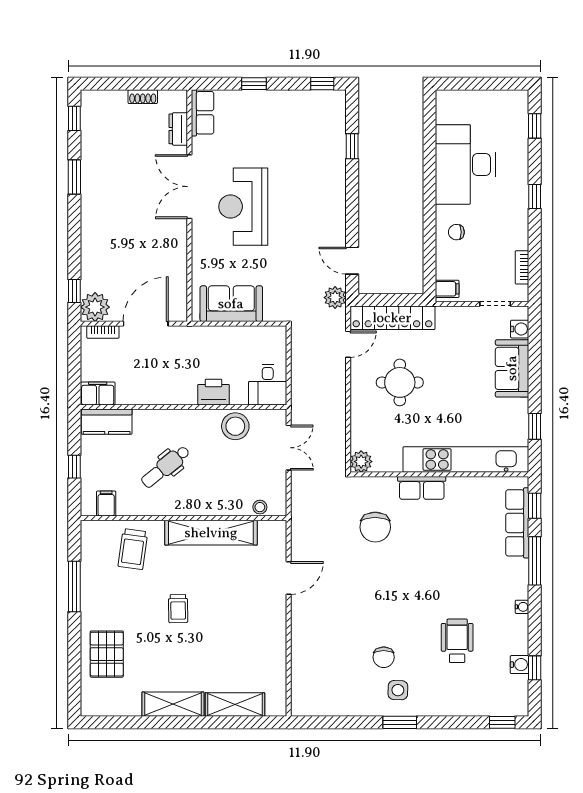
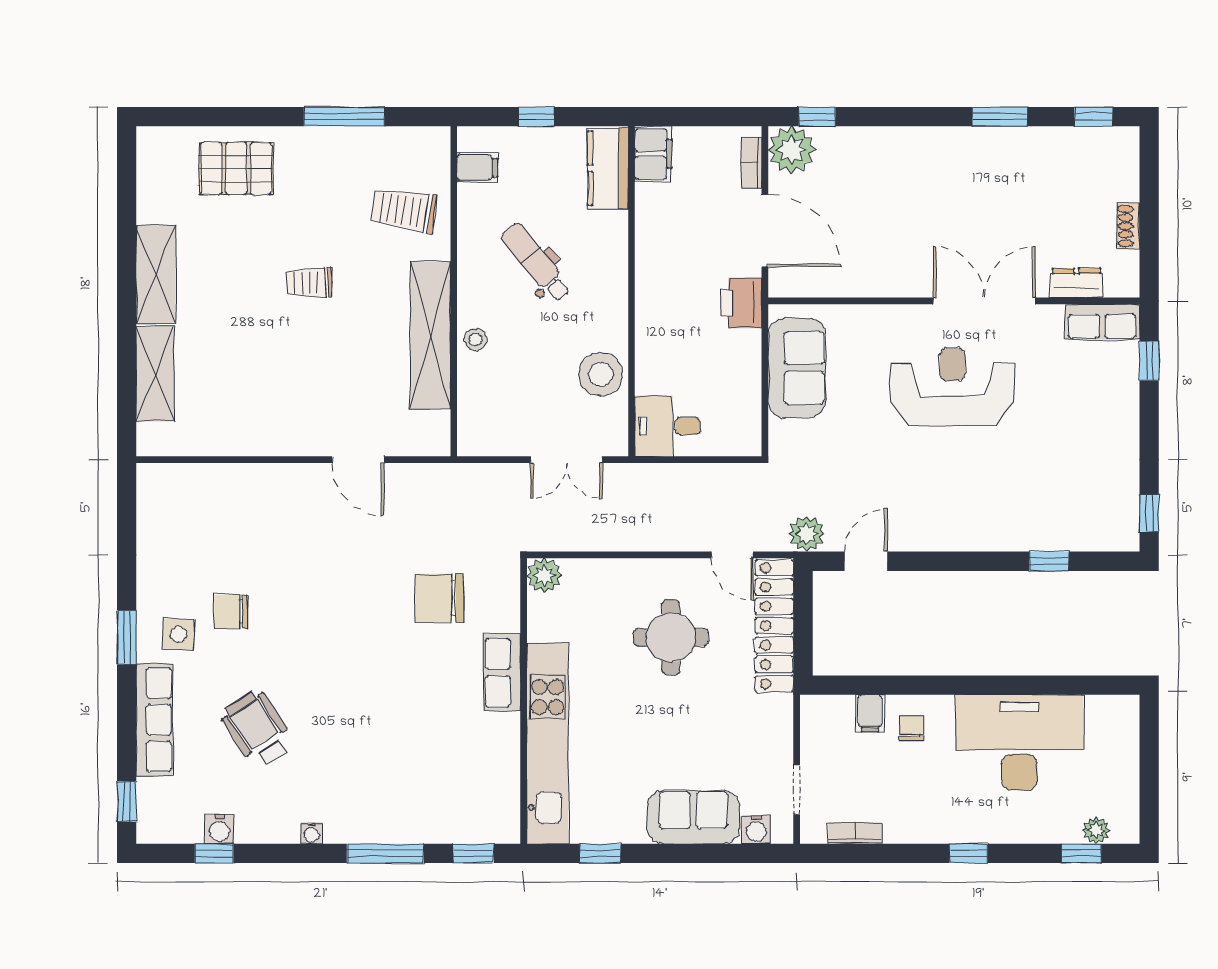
window: (254, 84) -> (1149, 361), moved
plant: (520, 117) -> (1096, 830), added
filing cabinet: (447, 289) -> (870, 713), moved
printer: (214, 392) -> (741, 303), moved, turned 180
stool: (260, 507) -> (475, 339), moved
row of seats: (517, 523) -> (154, 720), moved, turned 90
wheelchair: (457, 641) -> (257, 729), turned -123

